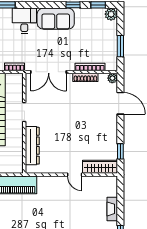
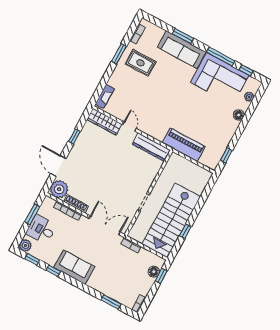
desk: (24, 21) -> (41, 229), moved, turned 90
plant: (112, 78) -> (59, 189), width x1.88, depth x1.88
dresser: (32, 146) -> (151, 147), moved, turned -90
window: (120, 151) -> (74, 137), moved
fireplace: (112, 209) -> (105, 96), moved

